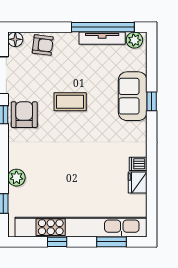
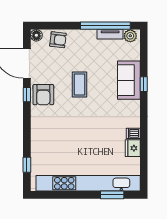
tv unit: (102, 38) -> (110, 34), width x0.71
coffee table: (70, 102) -> (79, 84), turned 90
armchair: (24, 115) -> (43, 95), turned 180
plant: (16, 178) -> (37, 144), removed
window: (57, 242) -> (69, 195), removed

